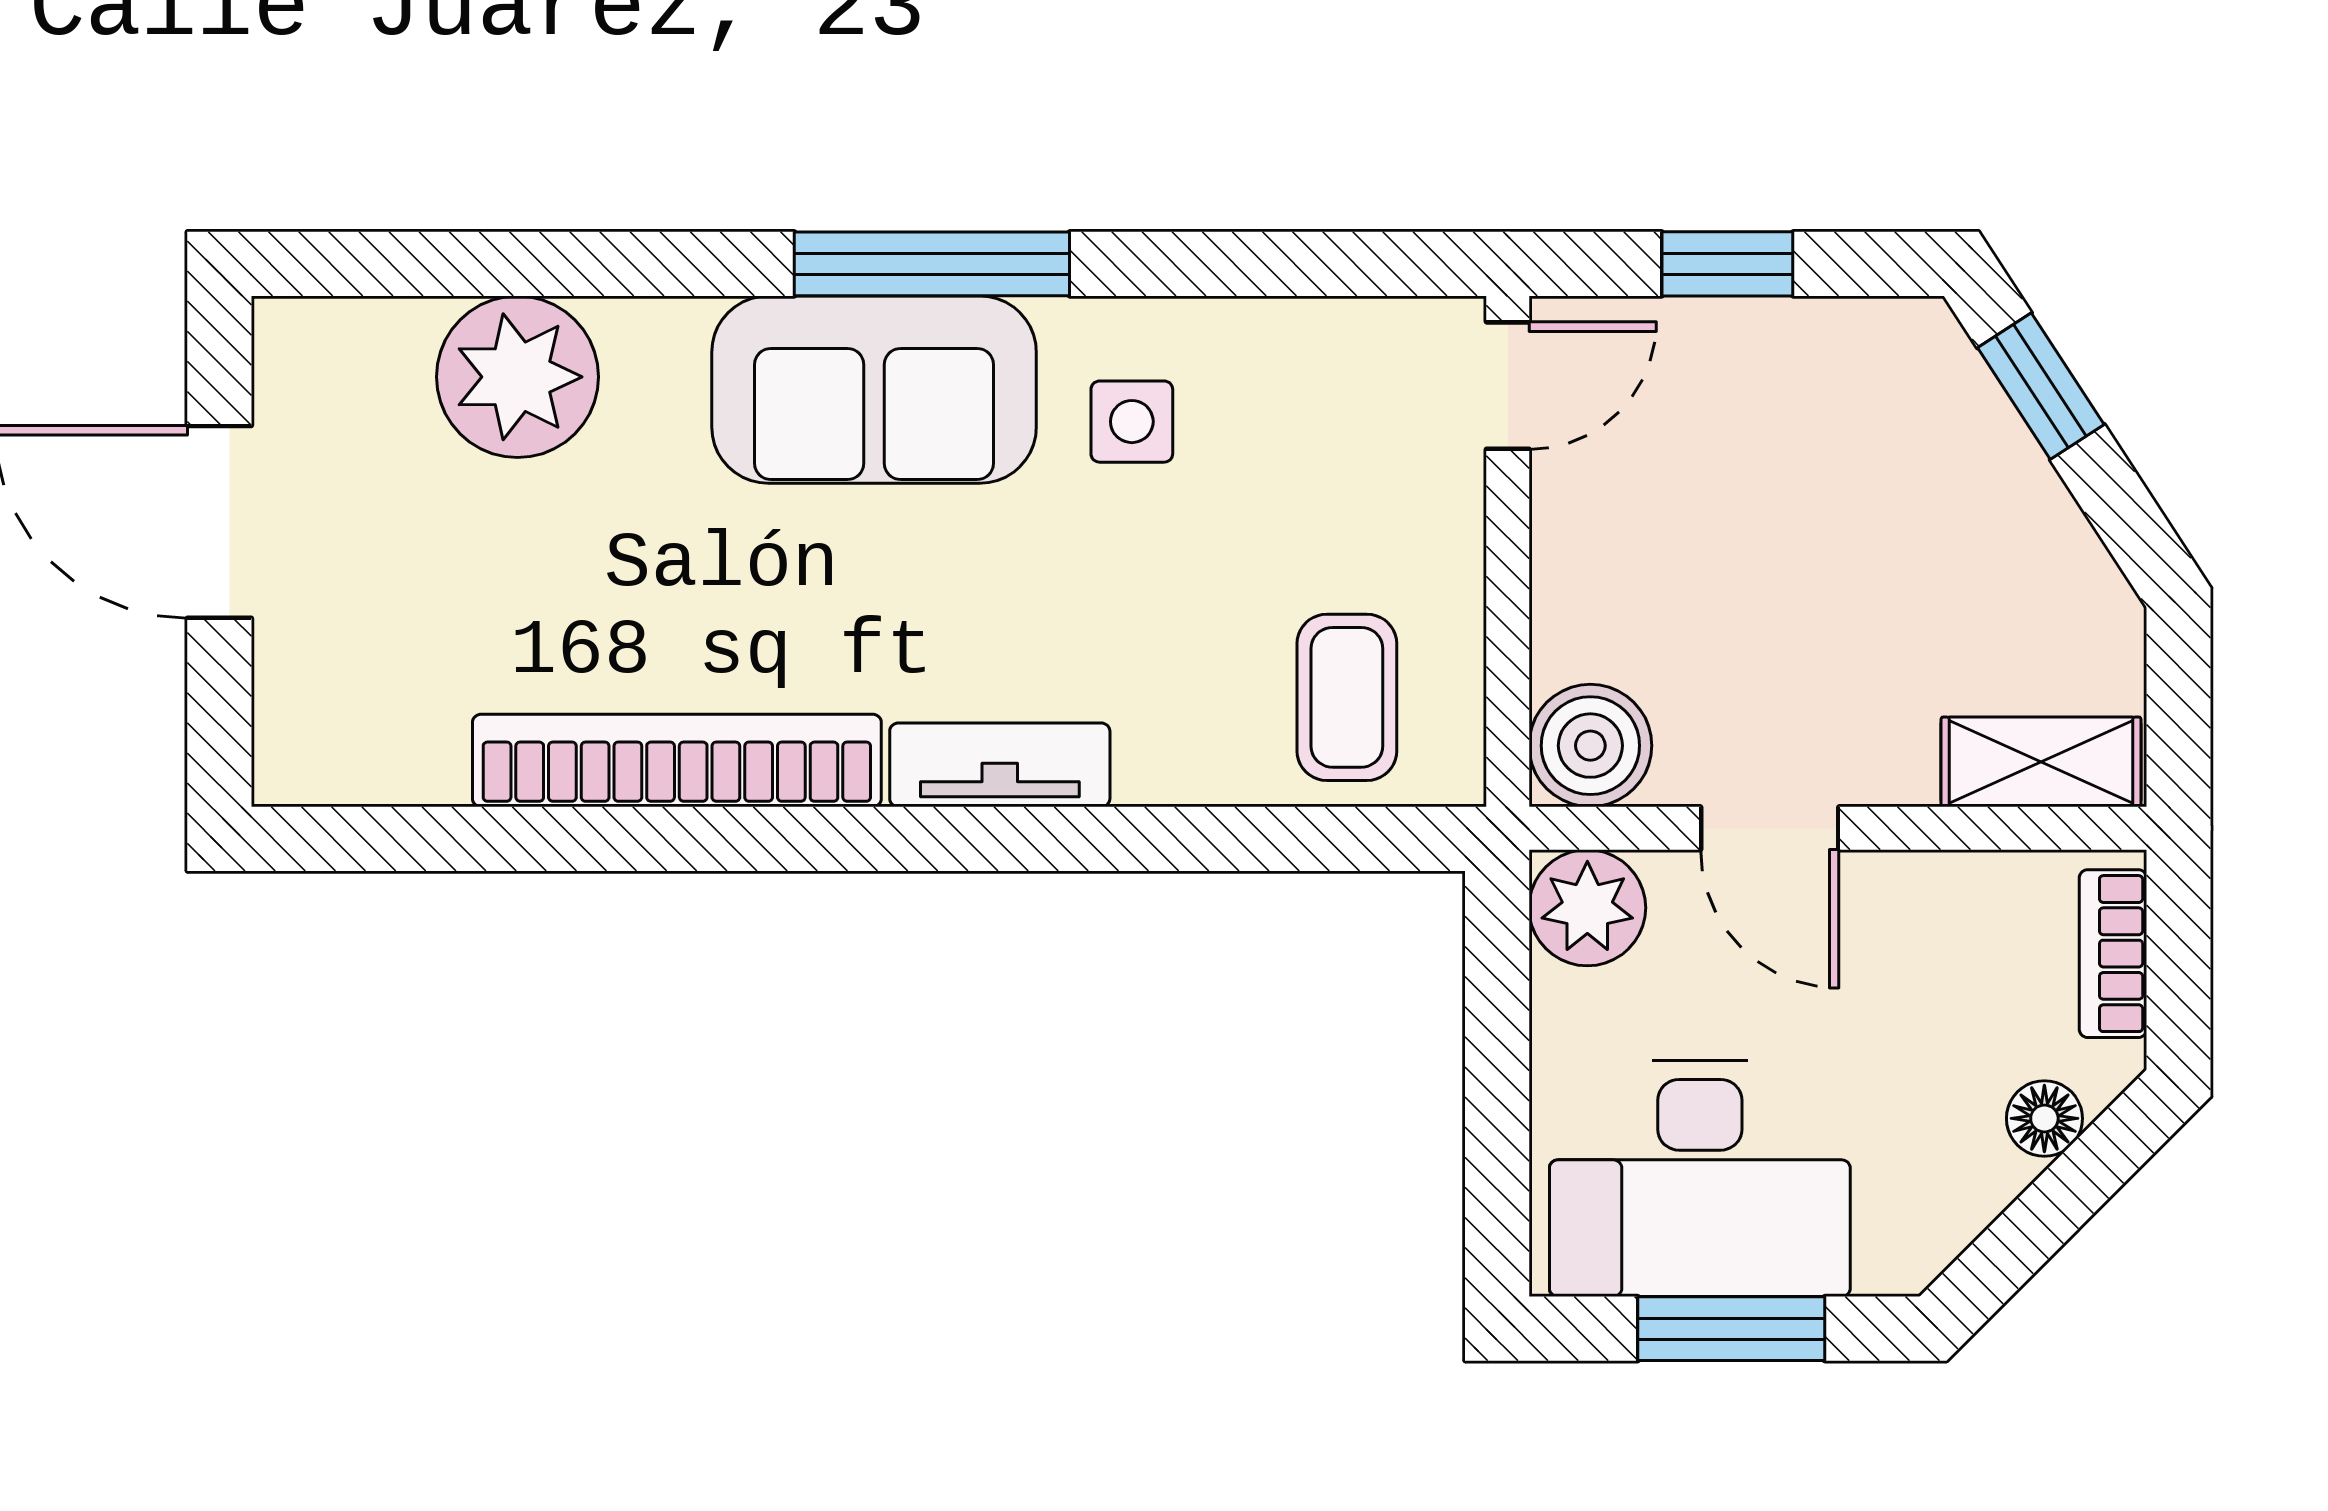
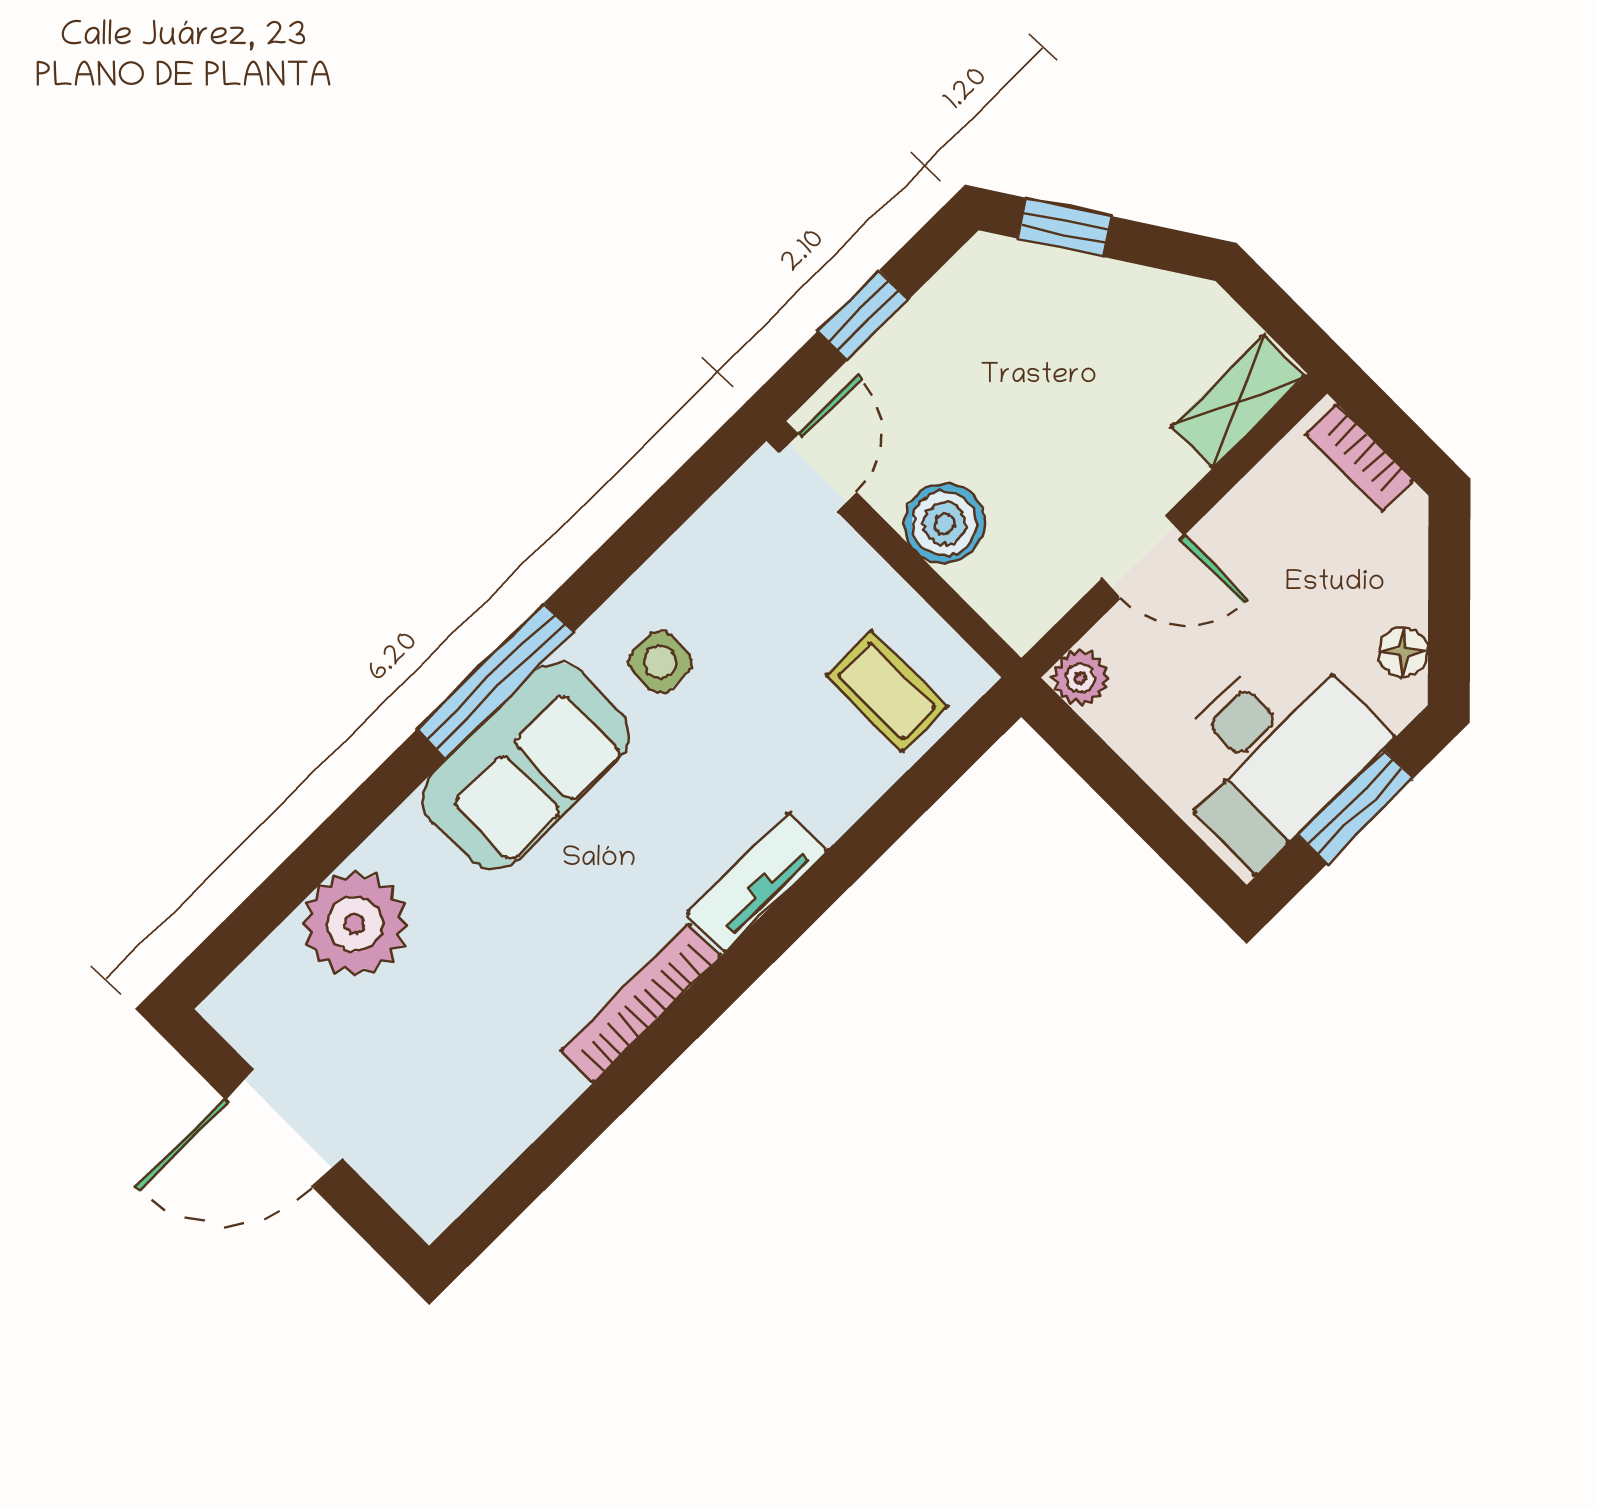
boiler: (1590, 746) -> (944, 523), moved
bookcase: (677, 761) -> (641, 1003), width x0.68, depth x0.76
plant: (1587, 908) -> (1080, 678), width x0.73, depth x0.73
floor lamp: (2044, 1118) -> (1403, 652), moved

